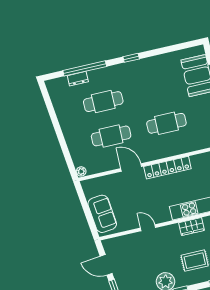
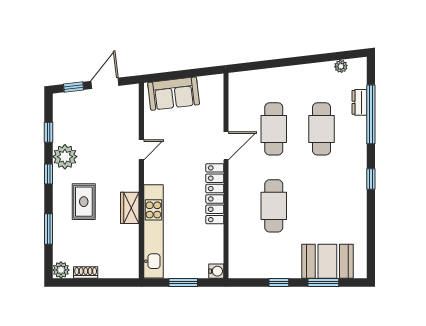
plant: (81, 171) -> (341, 66), moved

